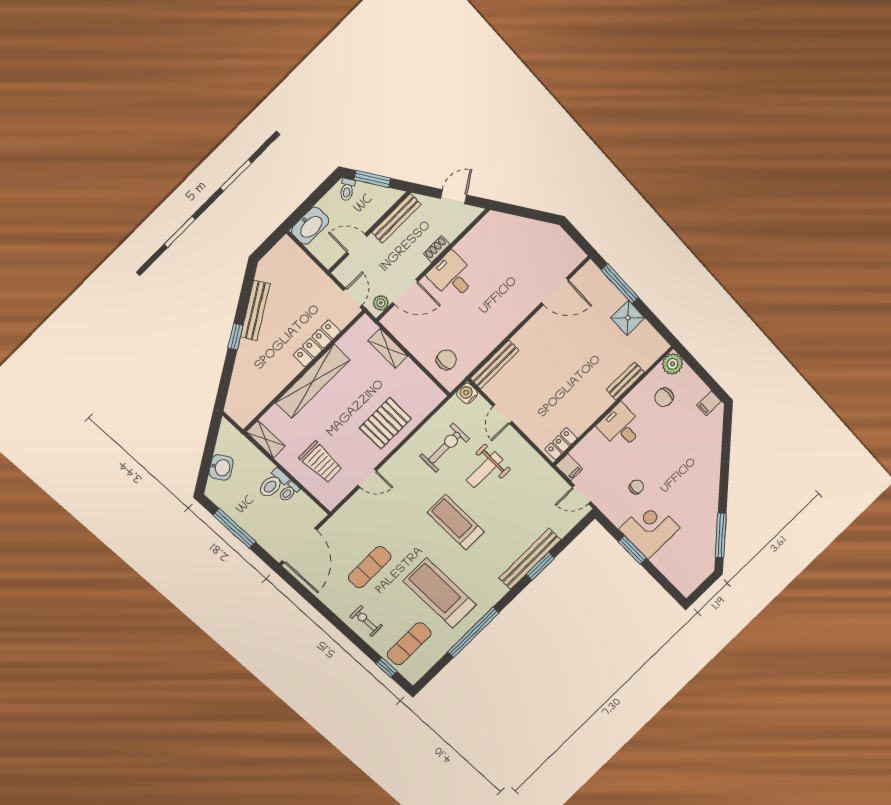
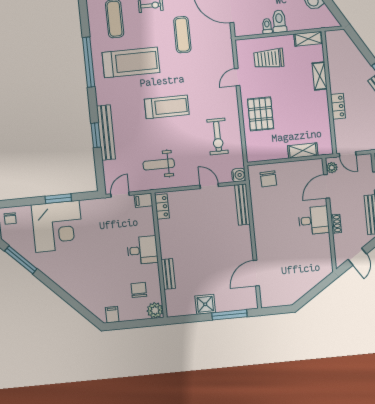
locker: (317, 343) -> (338, 106), width x0.66
shelving: (313, 381) -> (320, 76), width x0.45, depth x0.75
weight bench: (484, 470) -> (159, 164), moved, turned -90
chair: (636, 487) -> (10, 218), moved
corner desk: (650, 529) -> (57, 226), width x1.36, depth x1.36

